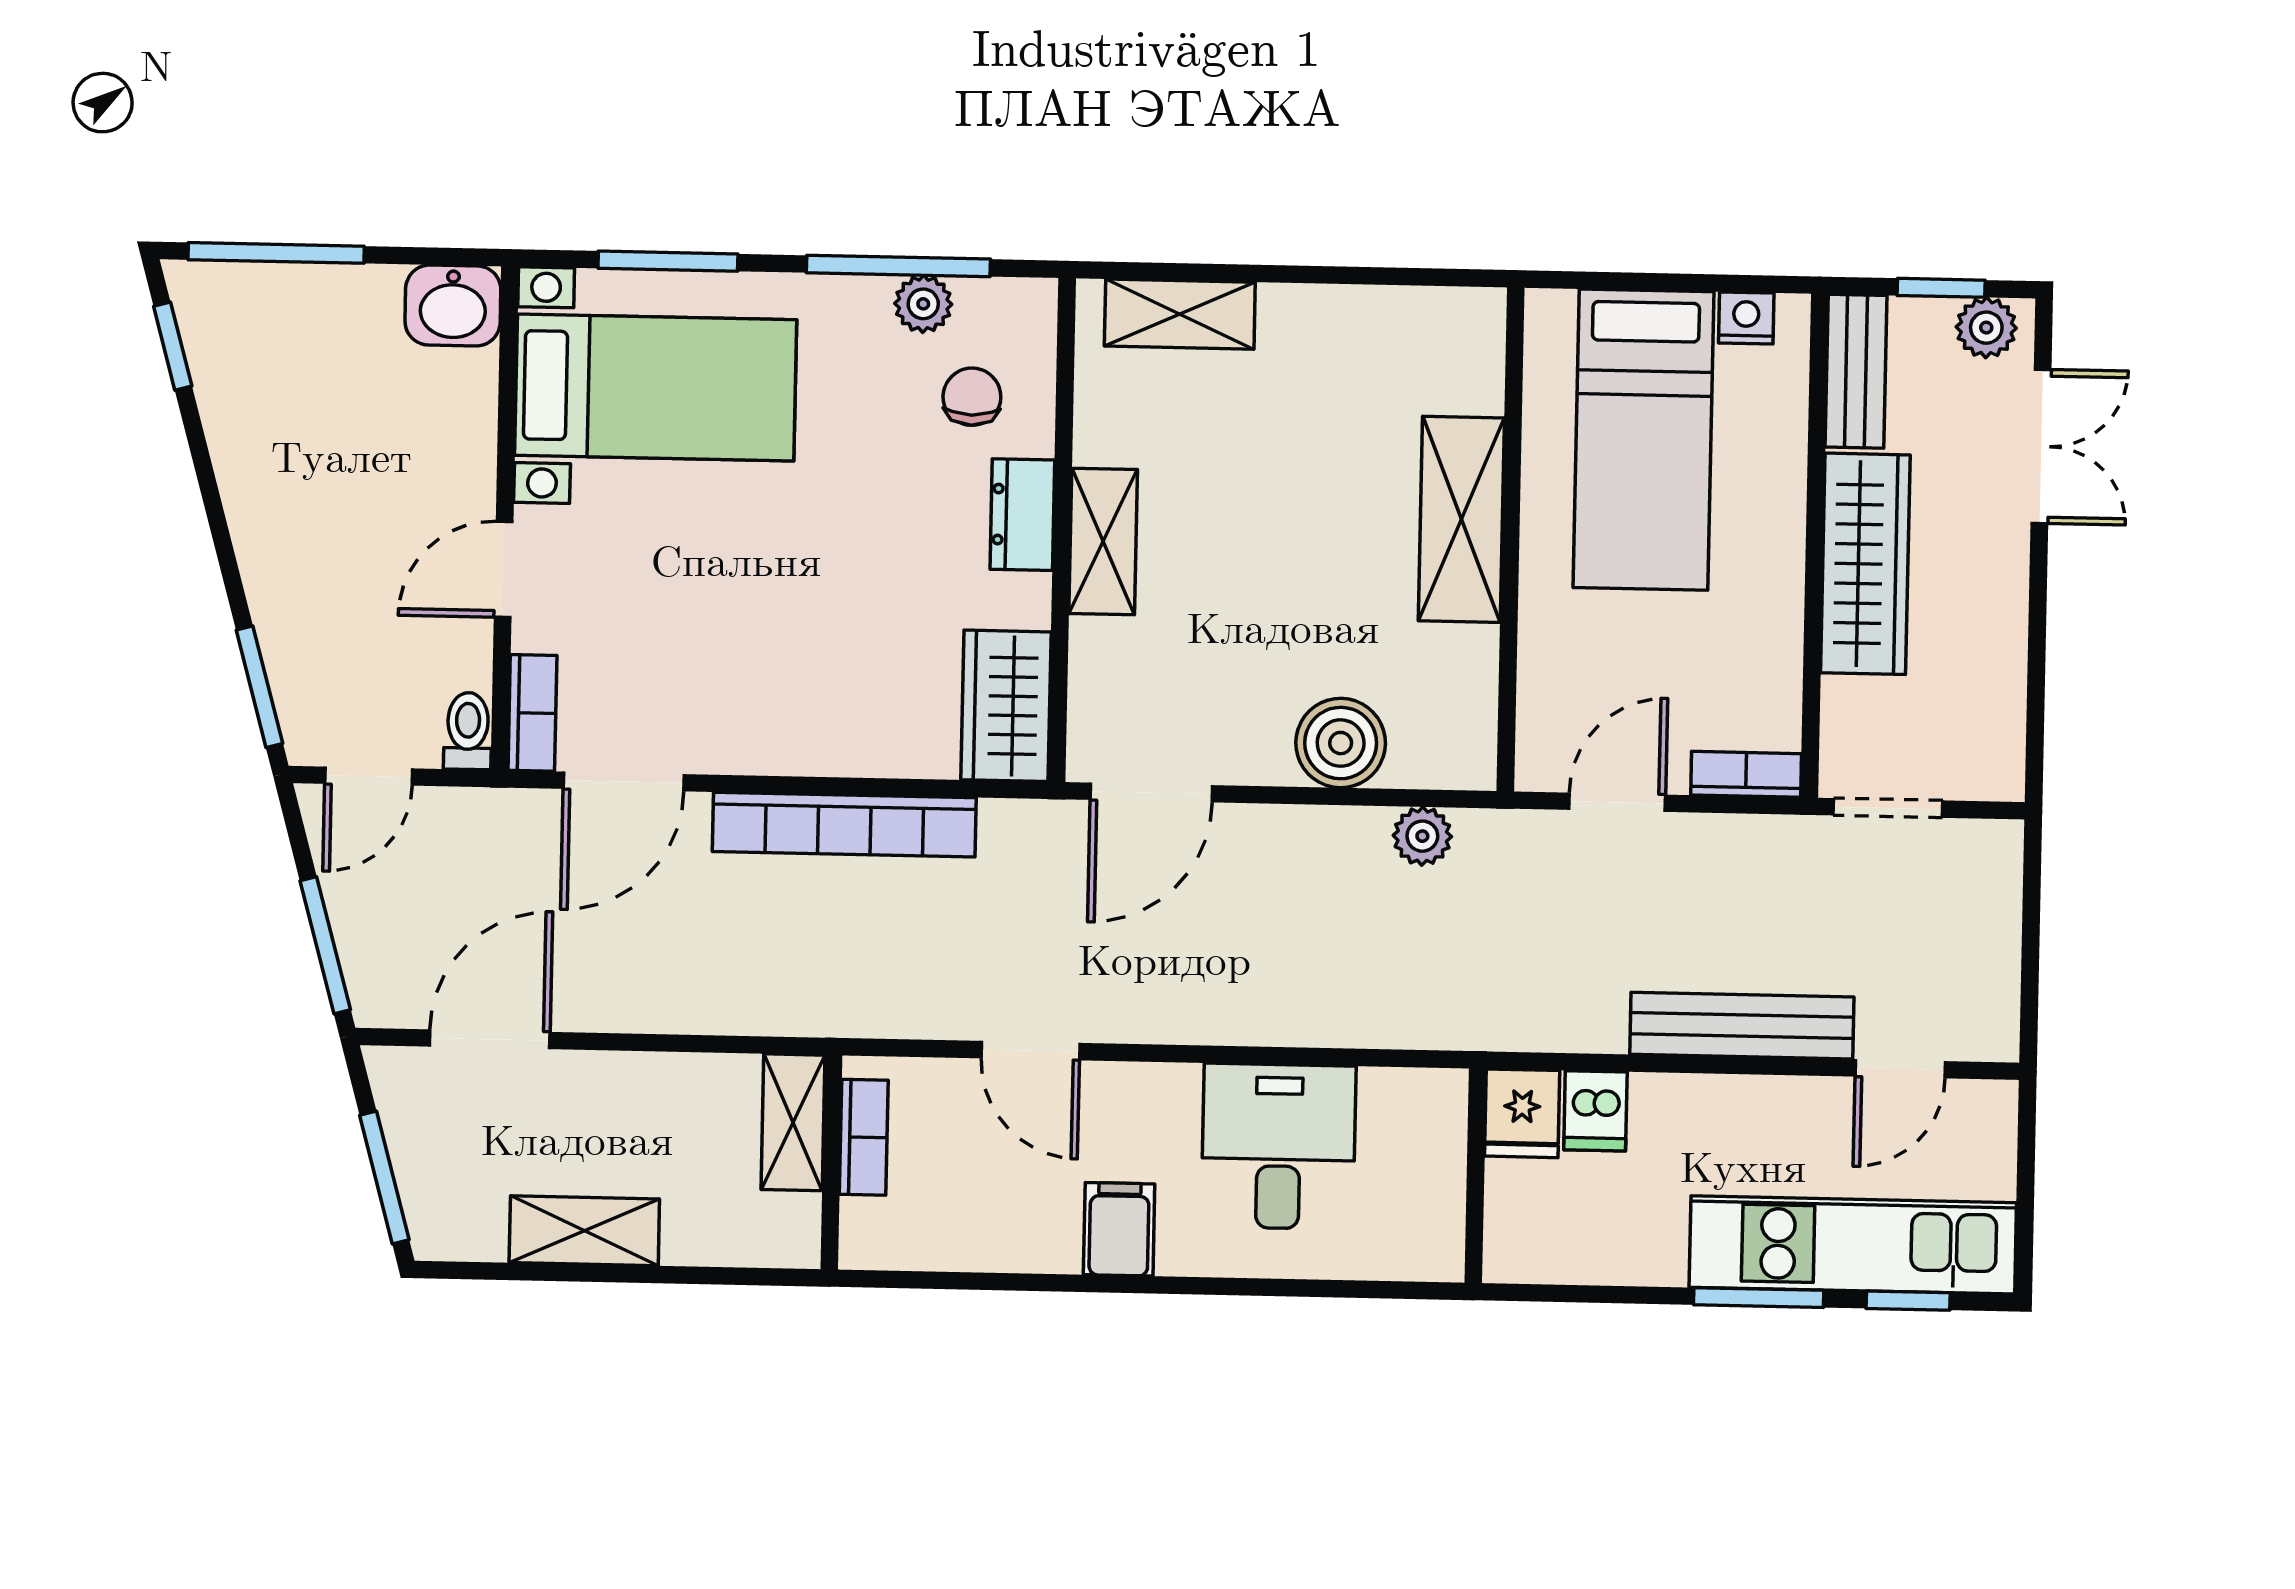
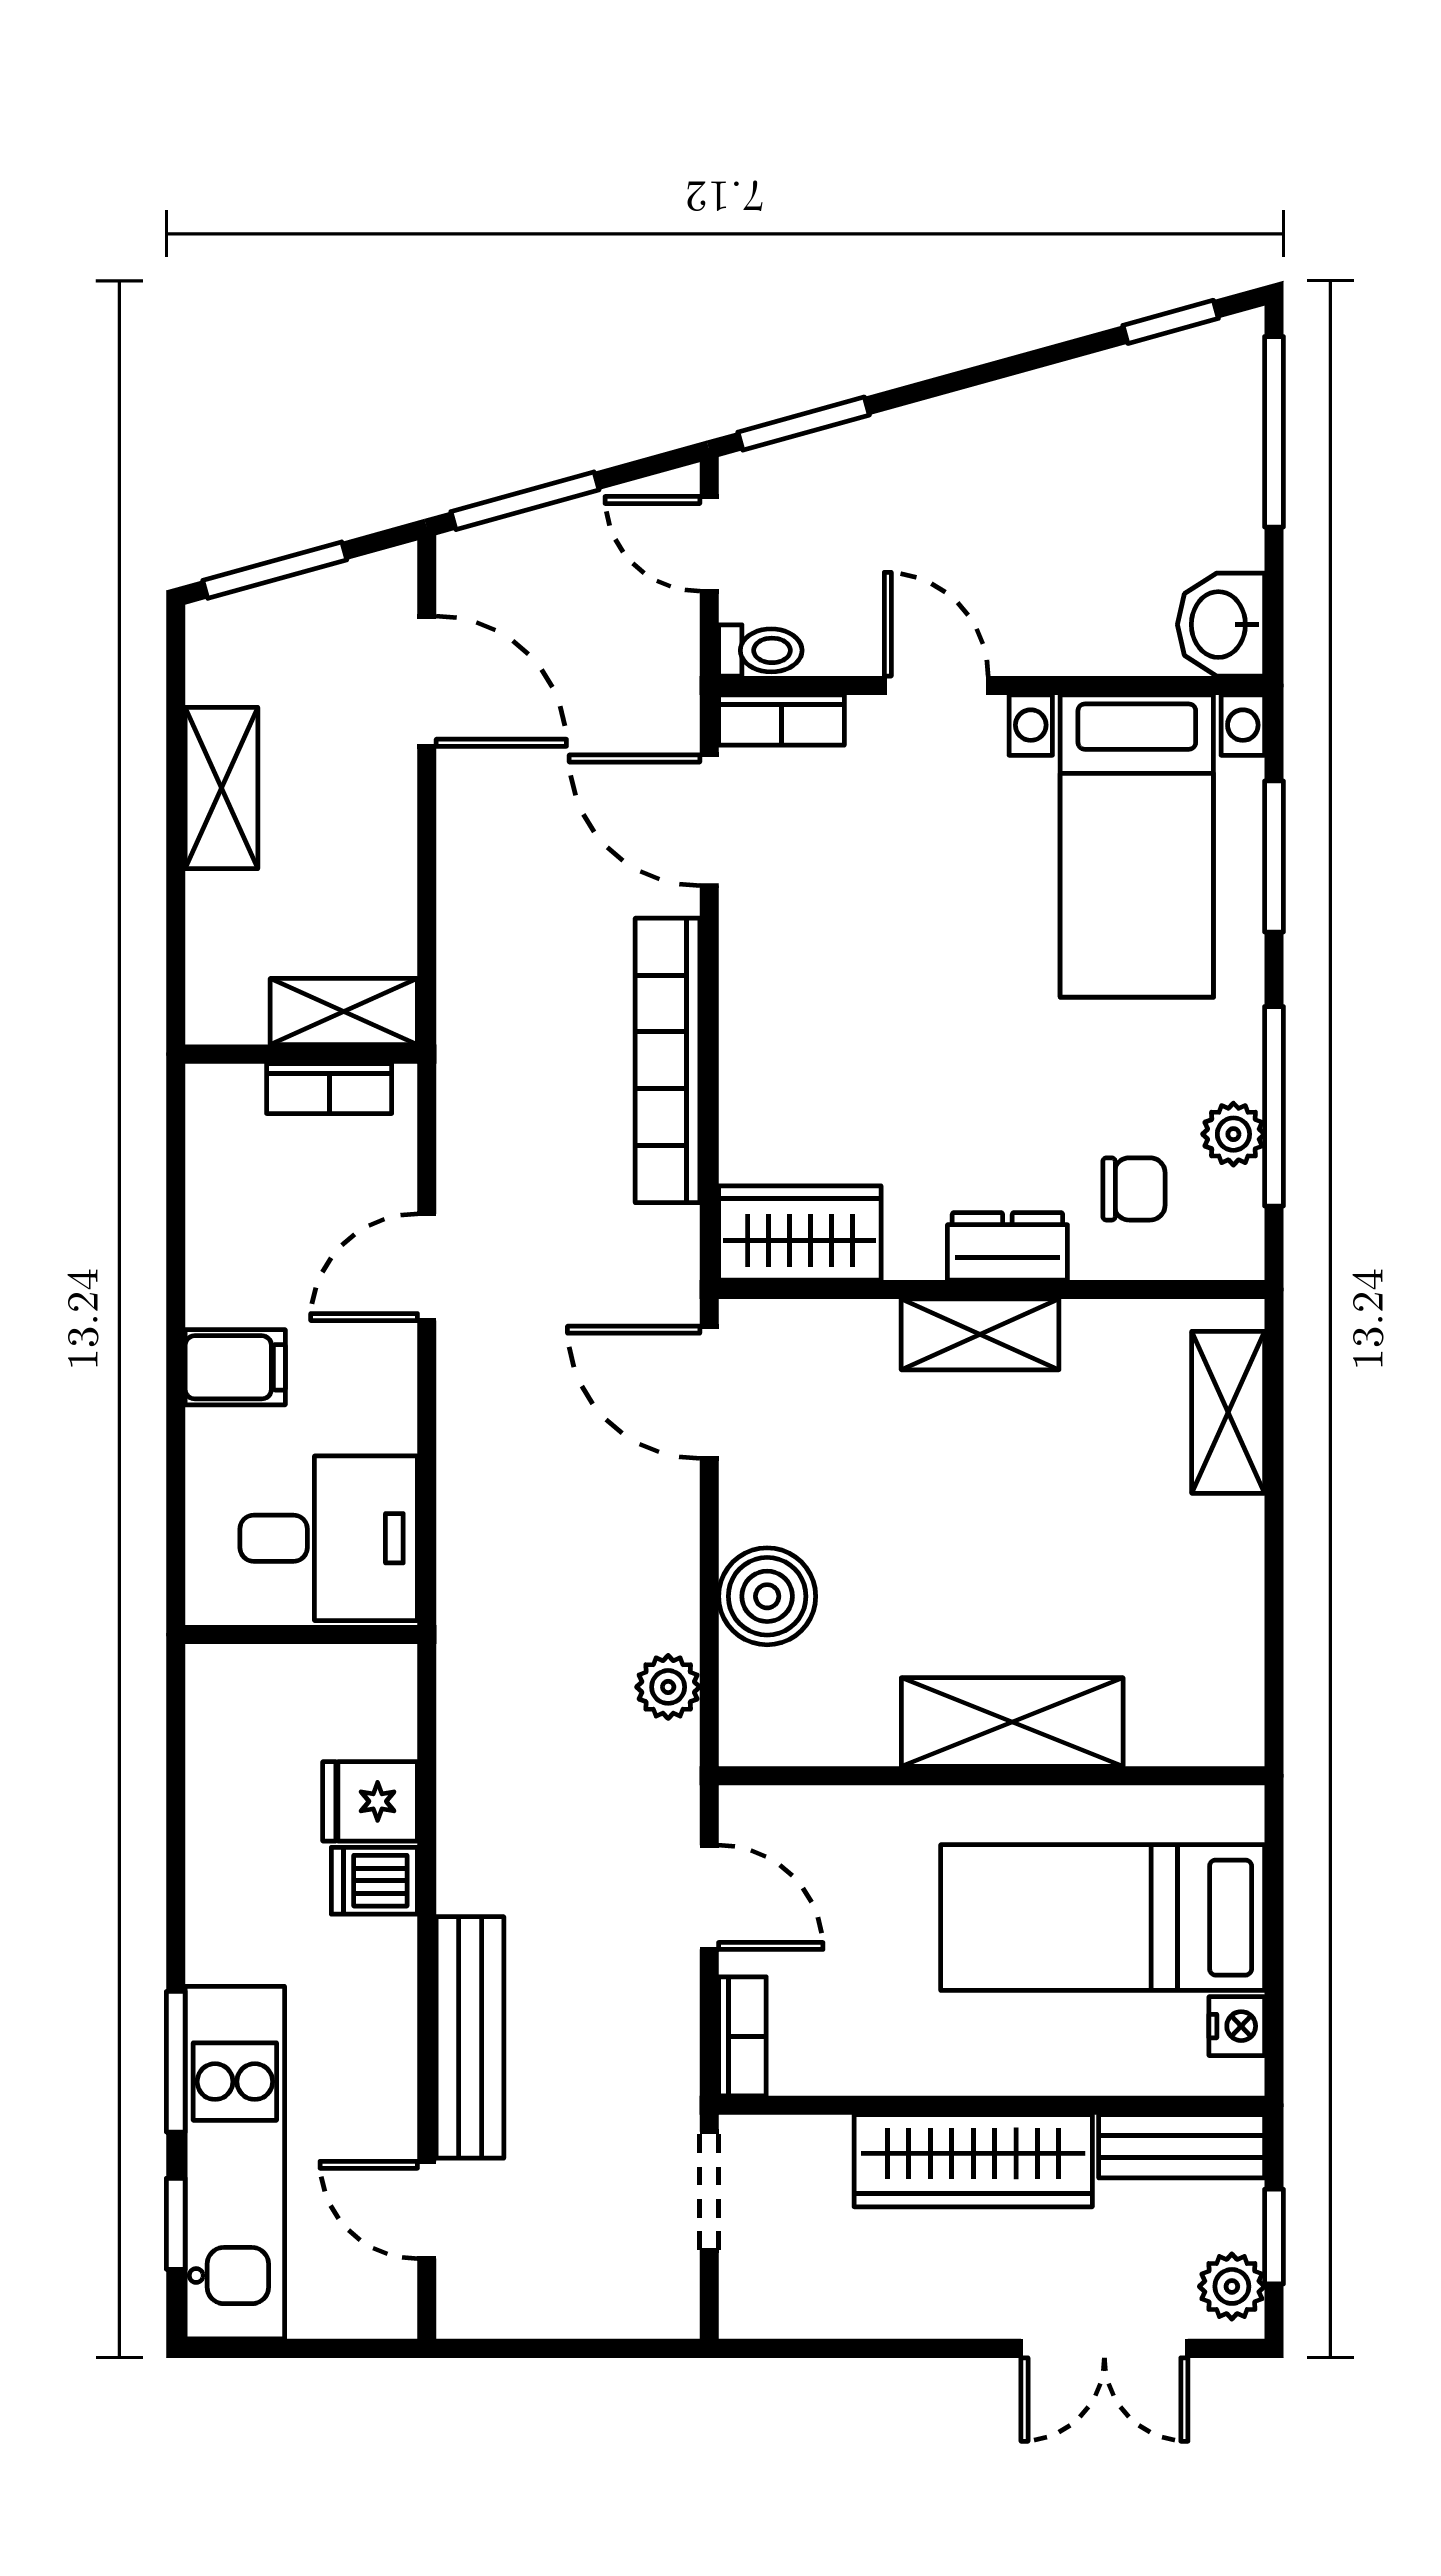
wall: (1475, 1176) -> (301, 1635), moved

